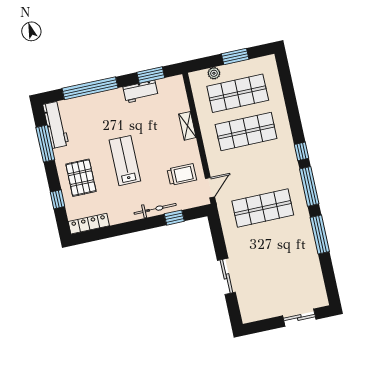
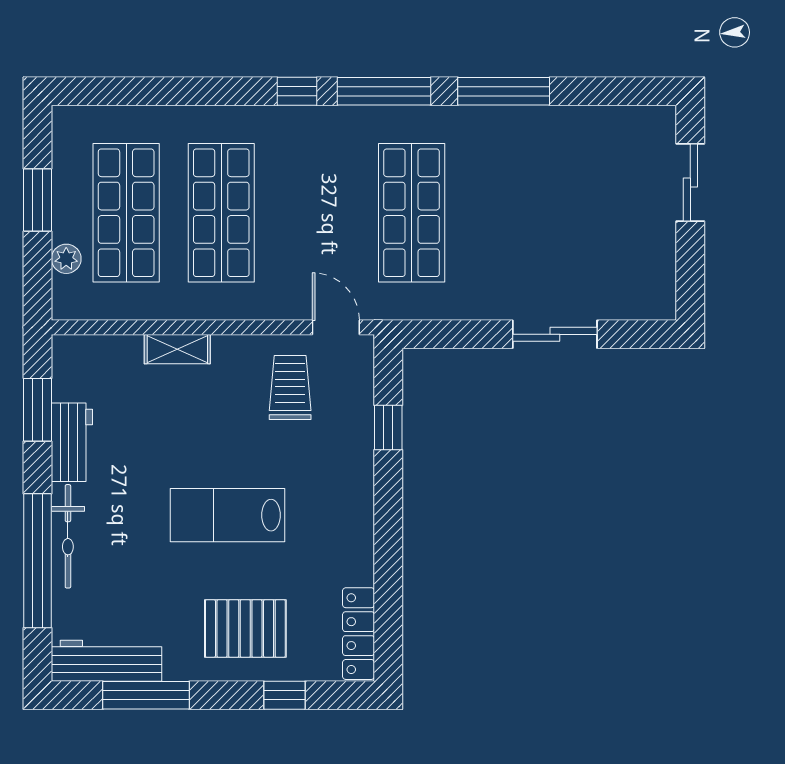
bicycle: (155, 209) -> (68, 536), moved, turned 180

